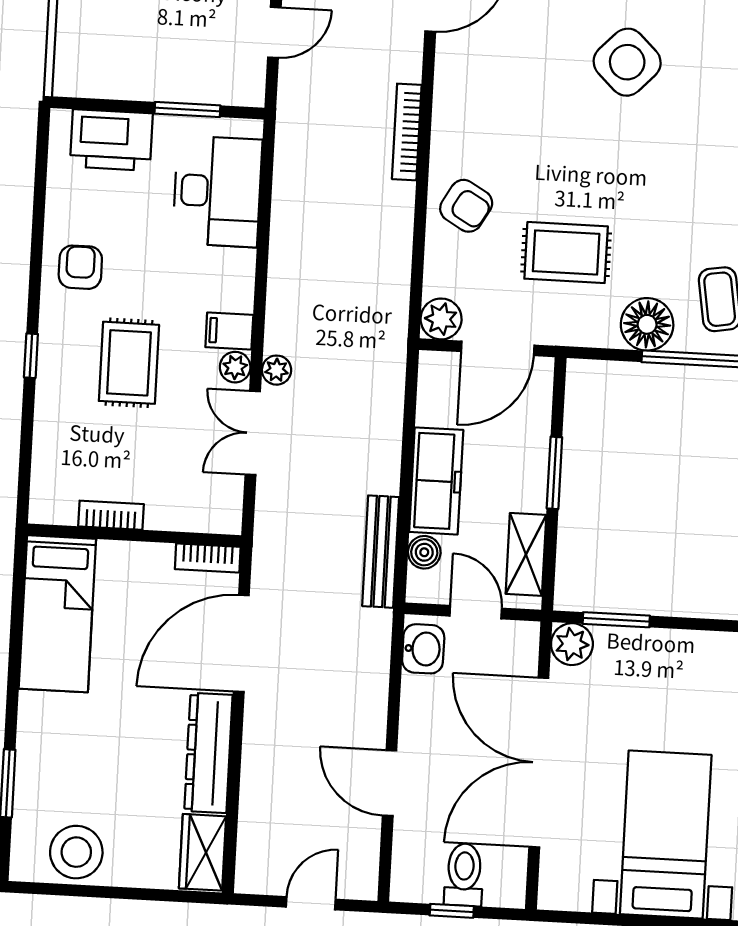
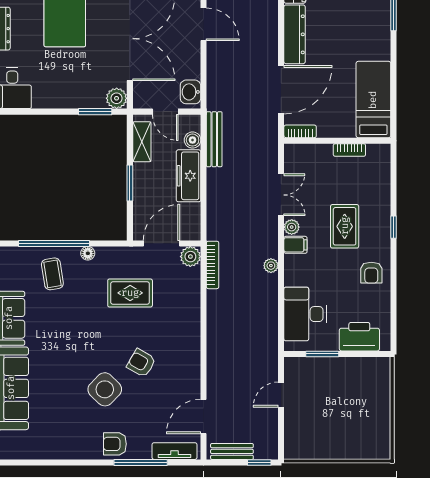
bookcase: (407, 132) -> (213, 265), moved
armchair: (466, 206) -> (141, 363), moved
floor lamp: (647, 324) -> (88, 253), width x0.53, depth x0.53
plant: (277, 370) -> (271, 266), moved

